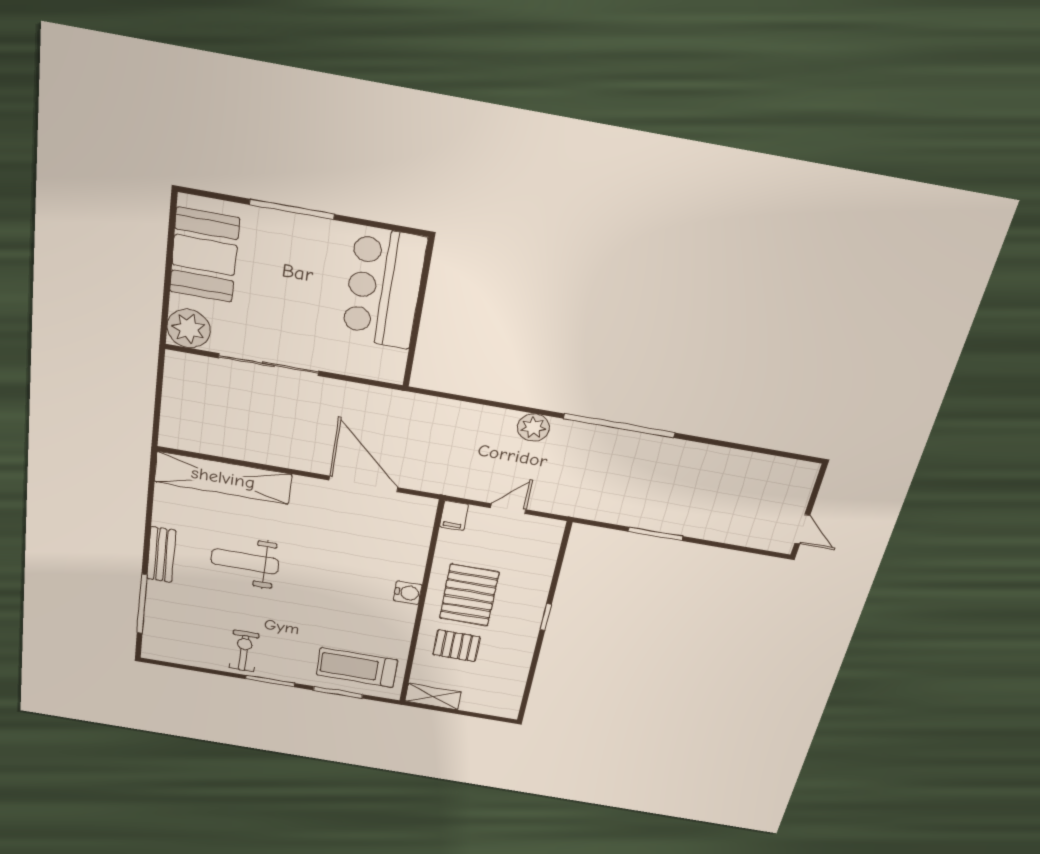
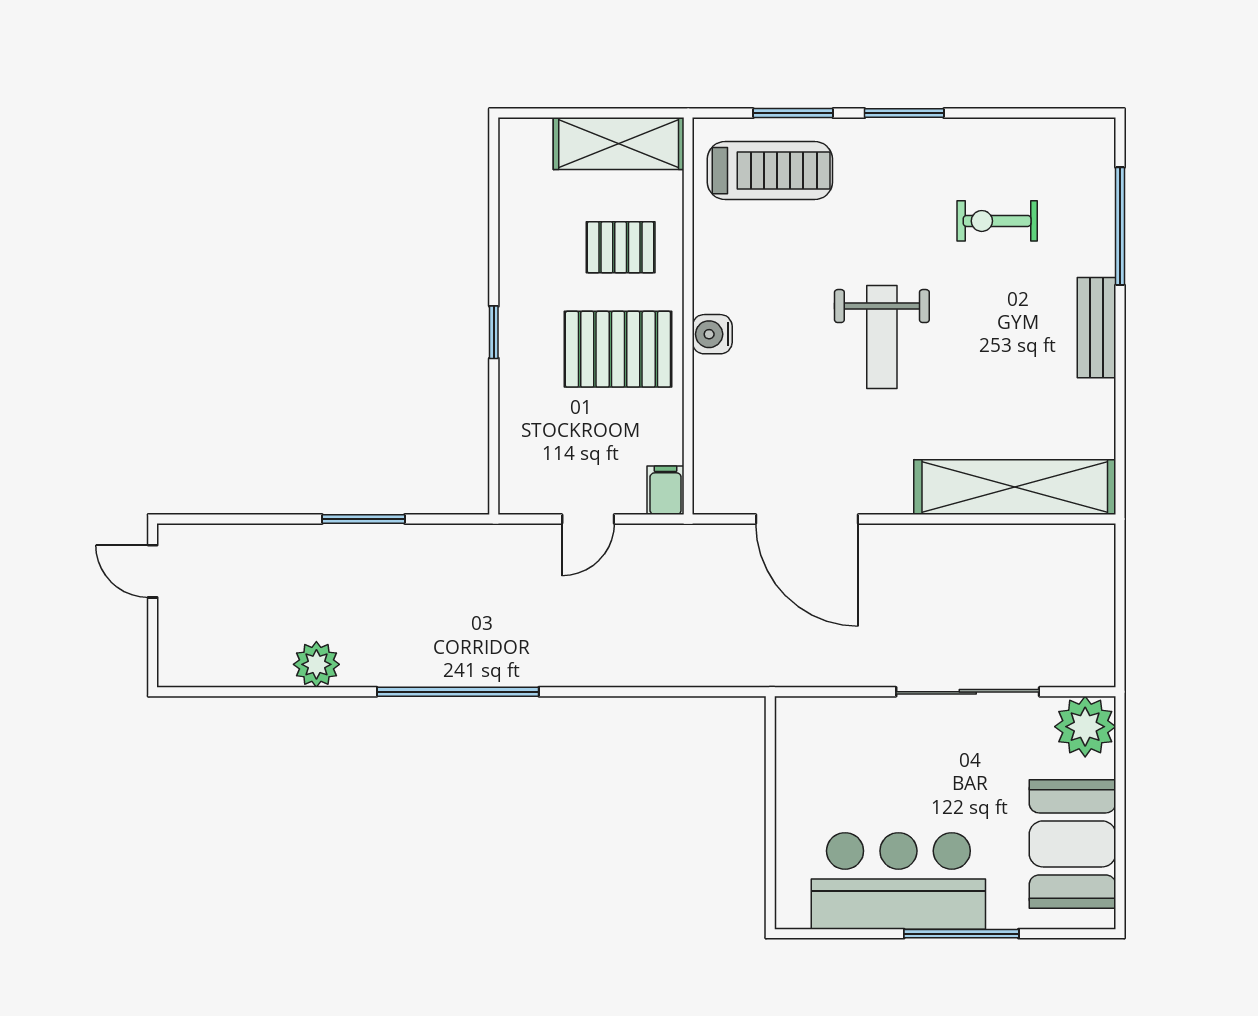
bar counter: (384, 288) -> (898, 881), moved, turned -90
plant: (533, 427) -> (316, 664), moved
weight bench: (245, 561) -> (882, 337), moved, turned 90
pallet: (469, 595) -> (618, 349), turned 90
exercise bike: (244, 651) -> (997, 221), moved, turned 90
shelving: (433, 696) -> (619, 143), width x1.50, depth x1.33

